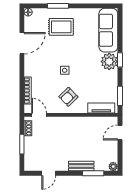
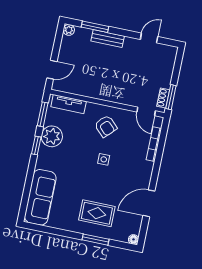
window: (120, 60) -> (36, 145), moved
plant: (109, 62) -> (52, 136), moved
armchair: (68, 97) -> (106, 126), turned 89
window: (22, 144) -> (171, 97), moved

